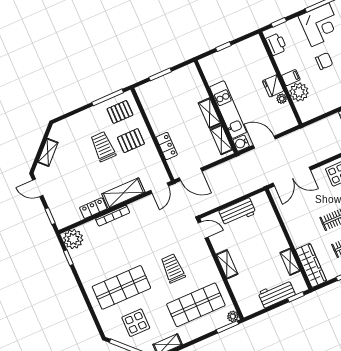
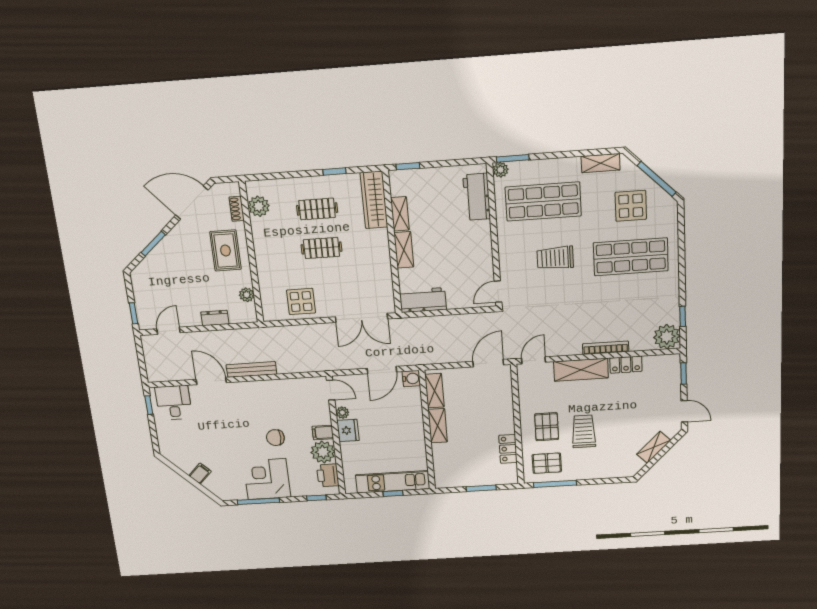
plant: (299, 92) -> (323, 452), moved
kitchen unit: (228, 110) -> (393, 482), moved, turned 90
door: (296, 113) -> (331, 390), added
pallet: (131, 141) -> (547, 427), turned 90
door: (264, 142) -> (382, 370), hinge flipped
locker: (167, 146) -> (508, 449), moved
trolley: (103, 147) -> (584, 431), turned 180
door: (191, 174) -> (488, 363), hinge flipped
double door: (292, 177) -> (361, 318), swing flipped
workbench: (237, 212) -> (423, 300), moved
door: (203, 230) -> (498, 292), hinge flipped
shelving: (227, 264) -> (404, 250), moved
trolley: (173, 268) -> (555, 258), turned 90
workbench: (277, 294) -> (477, 197), moved, turned 90

